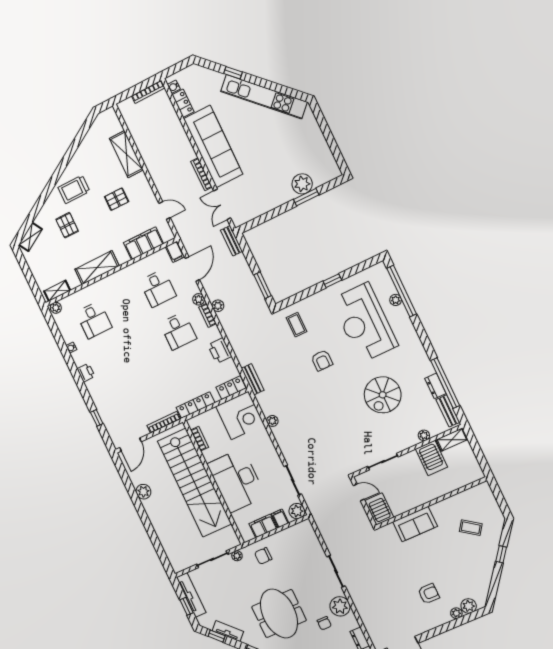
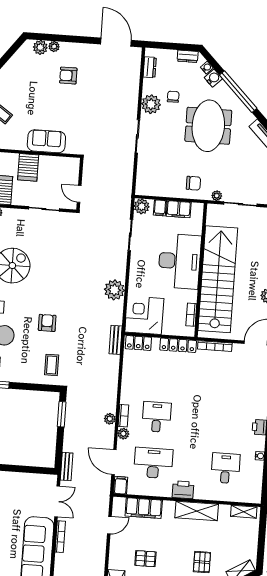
door: (164, 210) -> (109, 525), swing flipped
door: (192, 269) -> (114, 462), hinge flipped
desk: (158, 288) -> (153, 463), width x1.37
plant: (56, 308) -> (254, 498), removed
printer: (220, 351) -> (183, 490), moved, turned -90
plant: (272, 421) -> (114, 290), width x1.88, depth x1.88
server rack: (379, 509) -> (28, 167), moved

